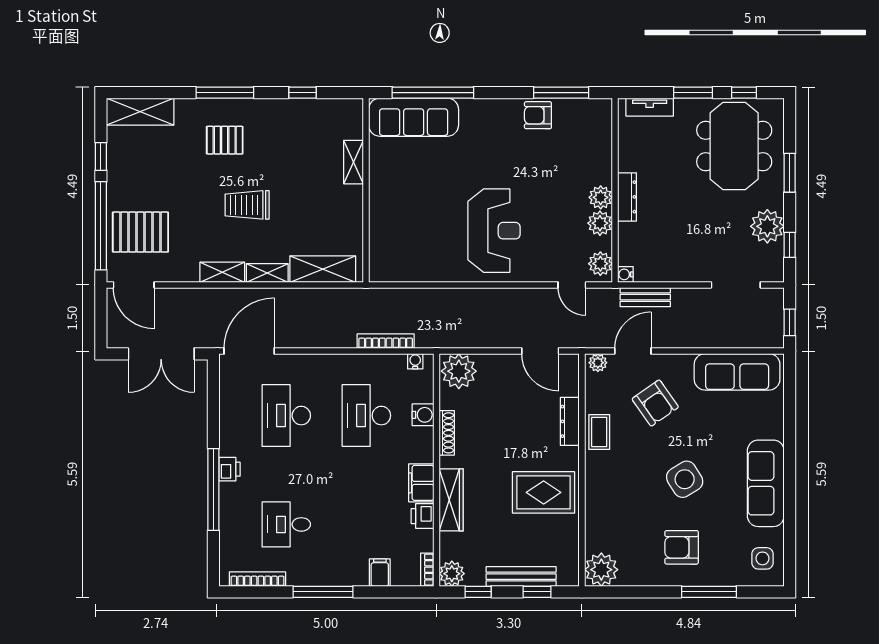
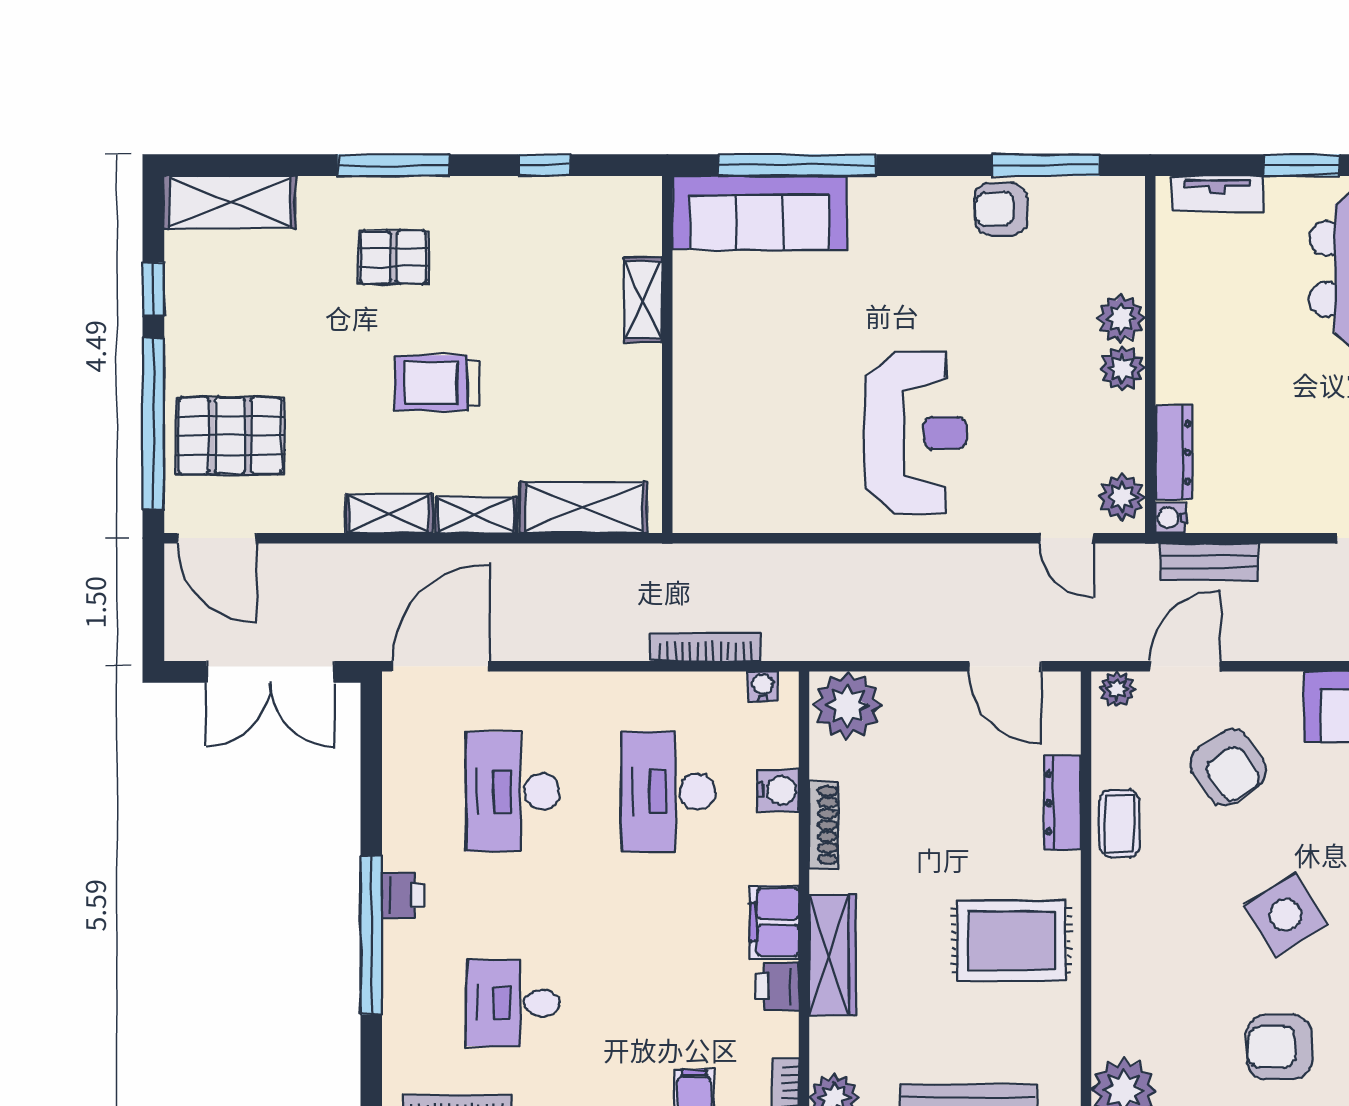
dresser: (627, 197) -> (1174, 453), moved
plant: (600, 223) -> (1121, 318), moved

